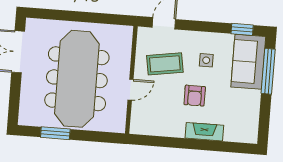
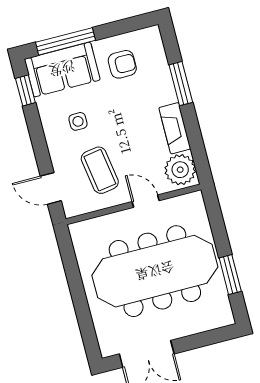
armchair: (195, 96) -> (122, 64), moved
plant: (145, 123) -> (180, 170), added
fireplace: (204, 132) -> (175, 128), moved
window: (208, 145) -> (181, 84), added

